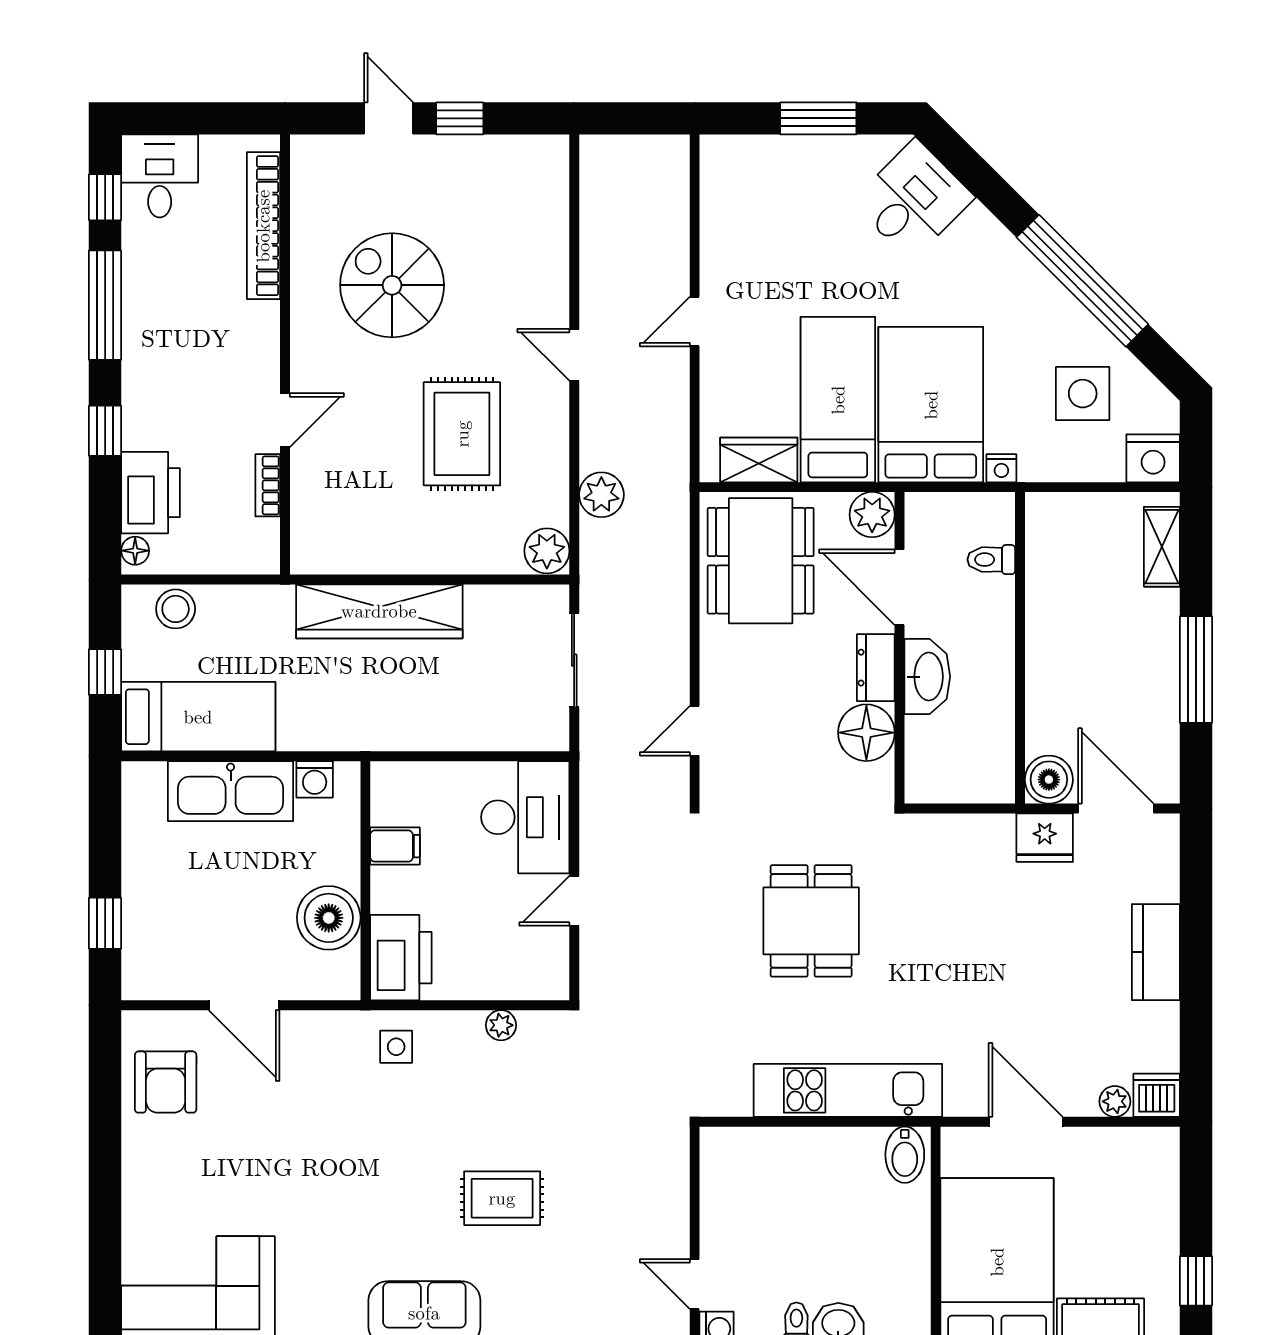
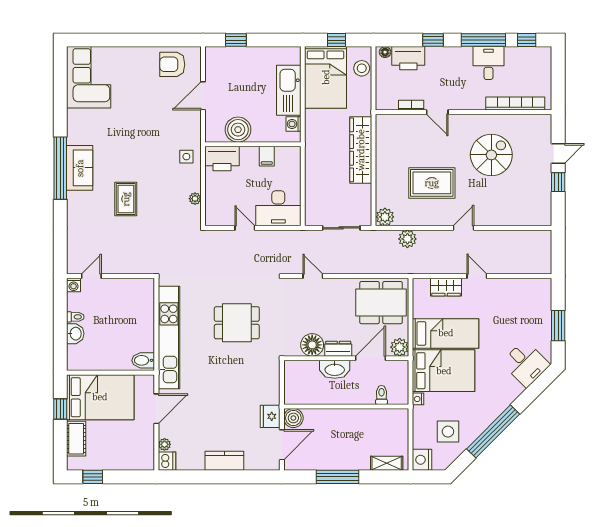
desk: (160, 176) -> (488, 63), moved, turned -90
wardrobe: (759, 460) -> (446, 287), moved, turned 90
bed: (198, 717) -> (326, 77), width x1.50
kitchen unit: (848, 1090) -> (169, 338), width x1.36

